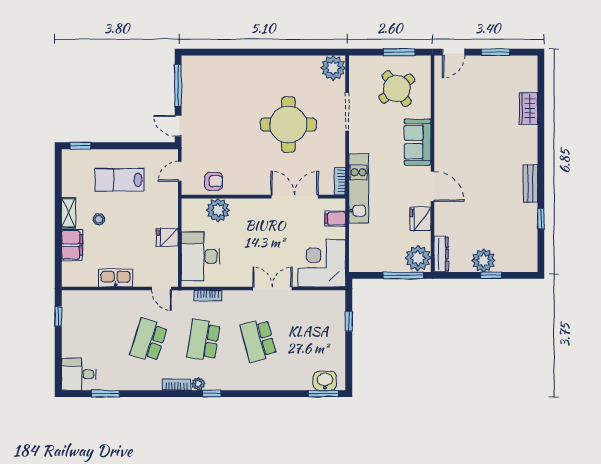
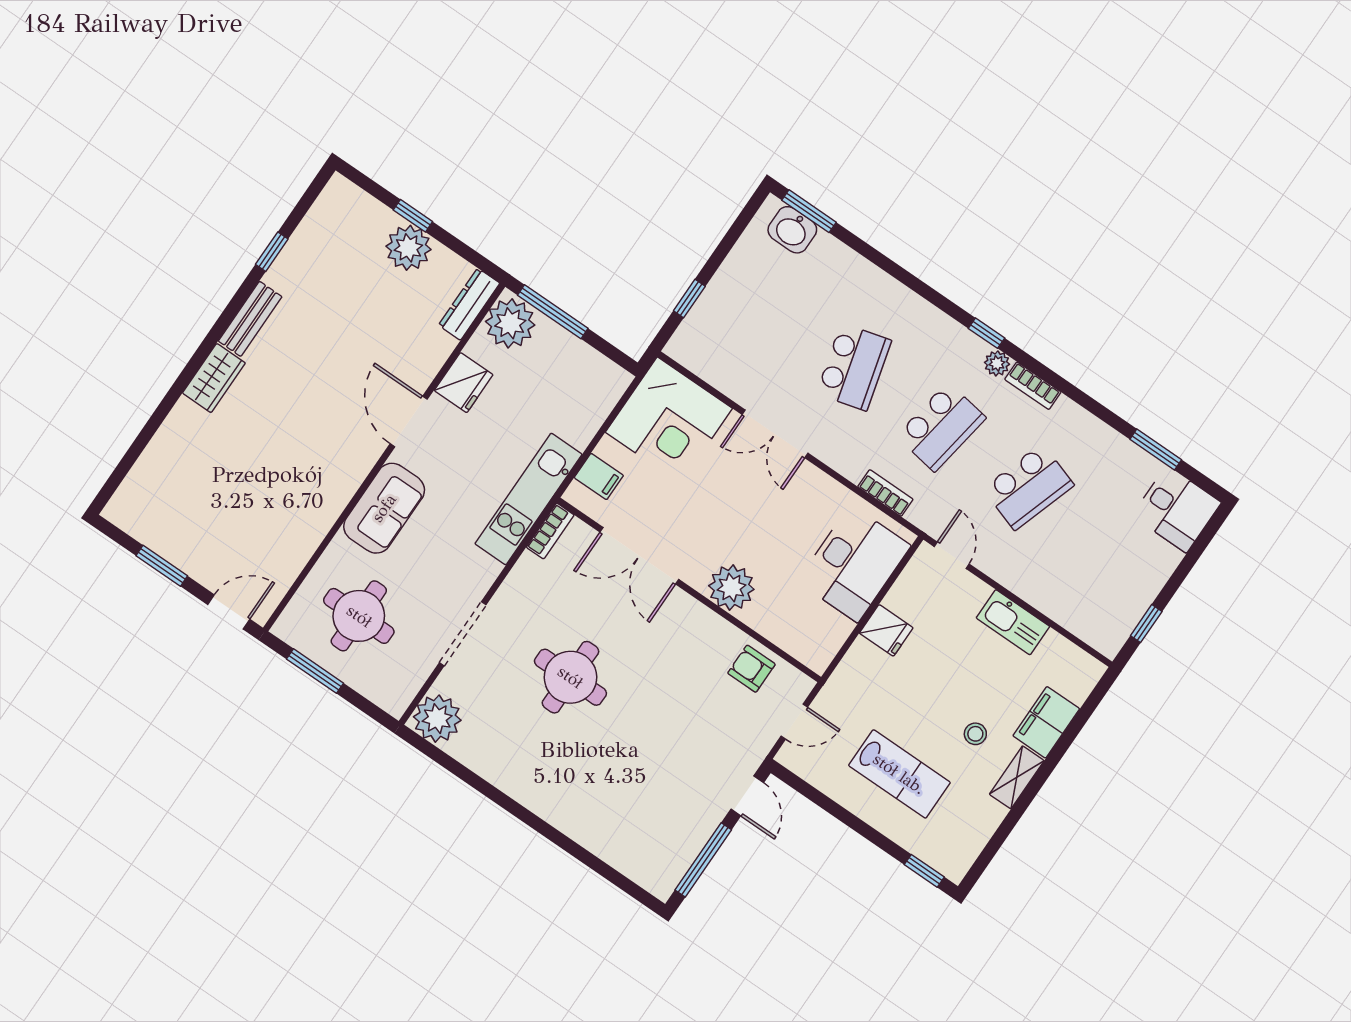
round table: (397, 89) -> (359, 616), turned 36
wardrobe: (528, 108) -> (214, 378), moved
round table: (288, 125) -> (570, 677), width x0.73, depth x0.73
plant: (218, 210) -> (731, 587), moved

